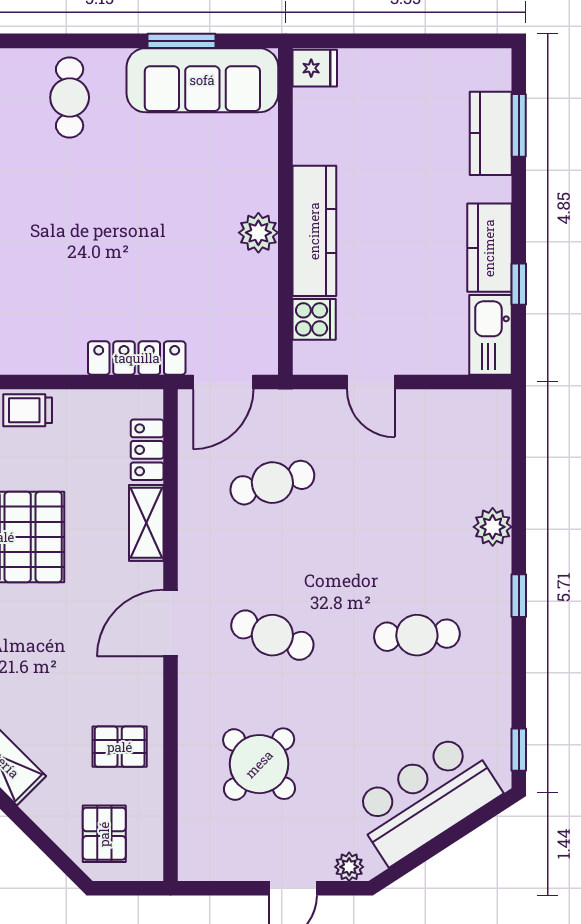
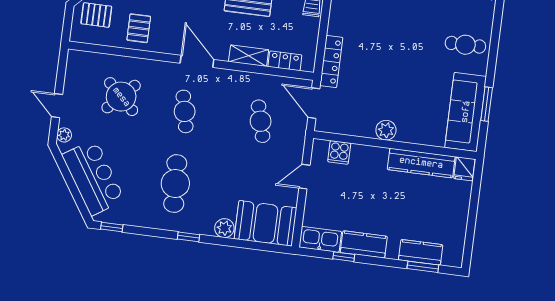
kitchen counter: (314, 231) -> (421, 163), moved
booth: (473, 447) -> (265, 223), added
cafe table: (272, 635) -> (185, 111), turned -33
cafe table: (417, 635) -> (175, 184), width x1.37, depth x1.35

